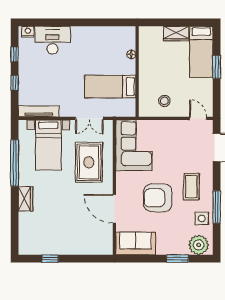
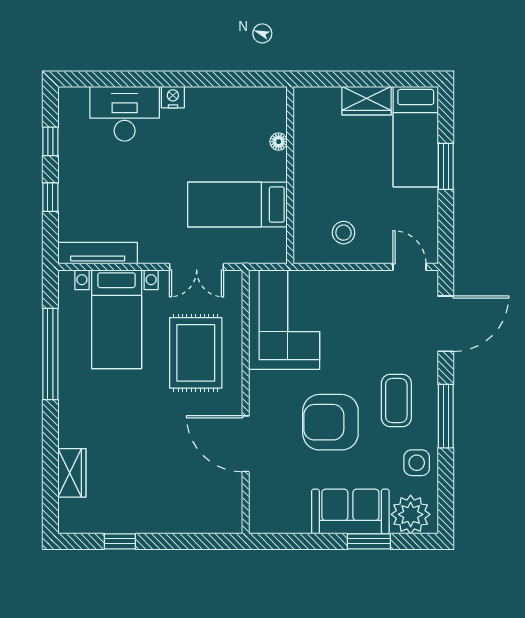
nightstand: (28, 32) -> (173, 97), moved
wardrobe: (26, 199) -> (72, 473), moved
window: (217, 207) -> (446, 416), moved
sofa: (136, 243) -> (350, 512), moved

